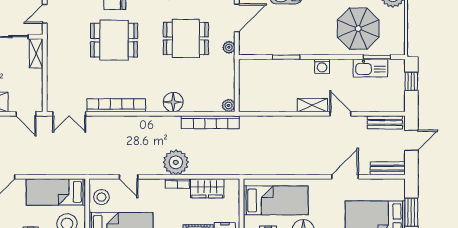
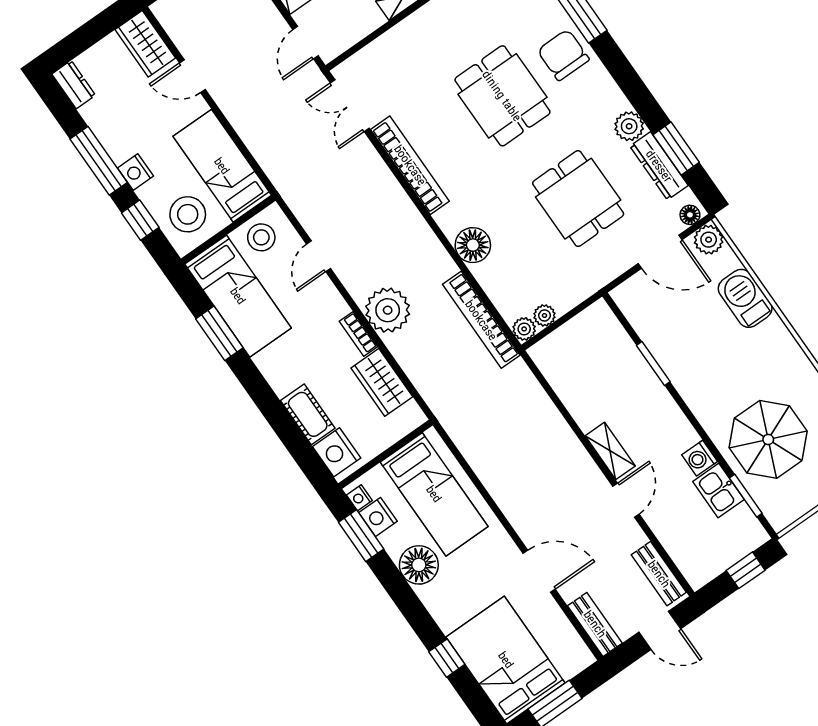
plant: (229, 47) -> (545, 315), moved
washing machine: (322, 66) -> (700, 458), moved
kitchen sink: (370, 68) -> (718, 490), width x0.73

